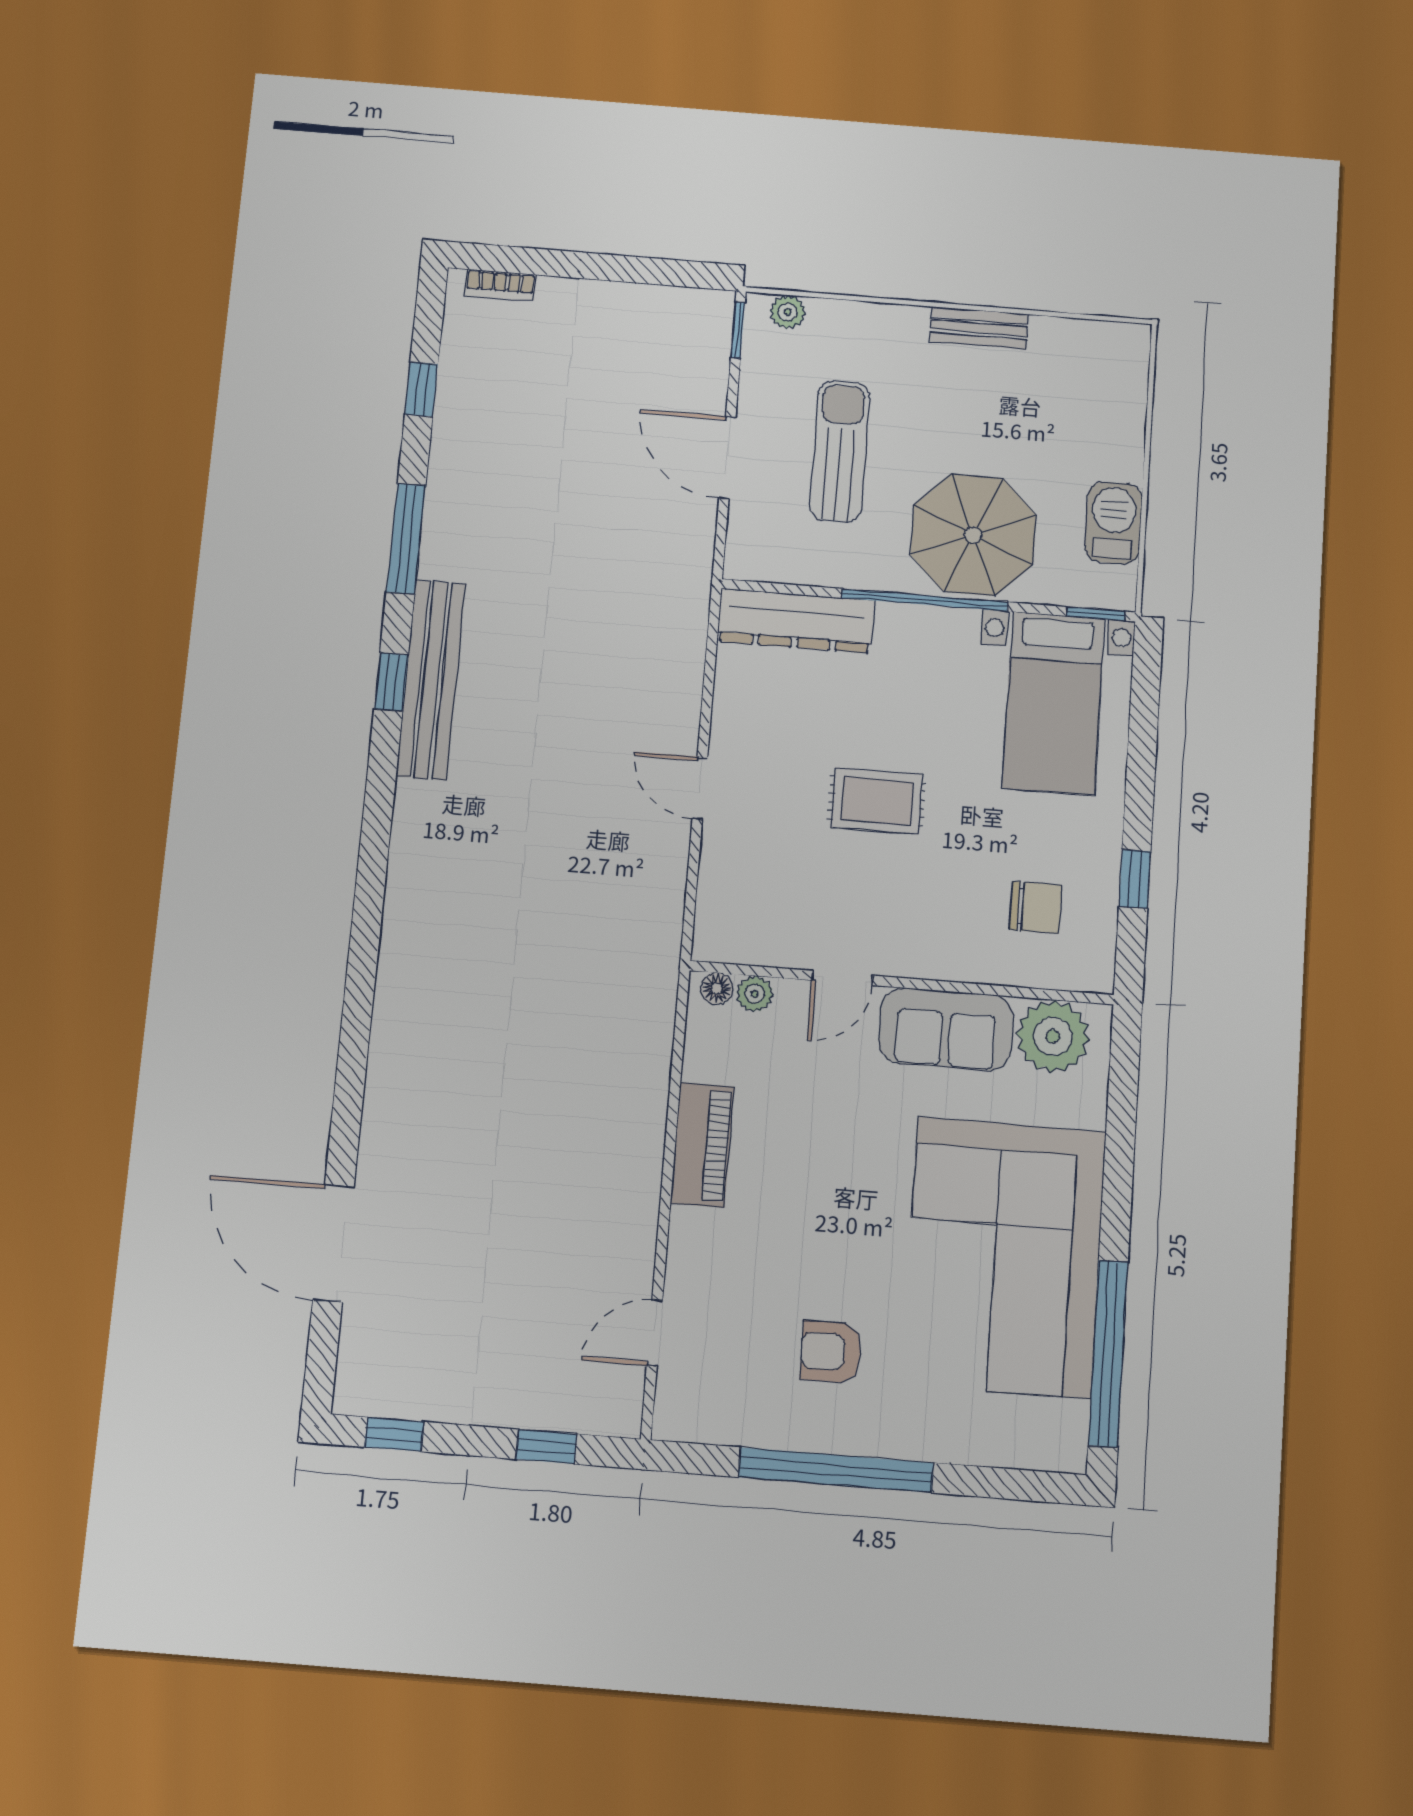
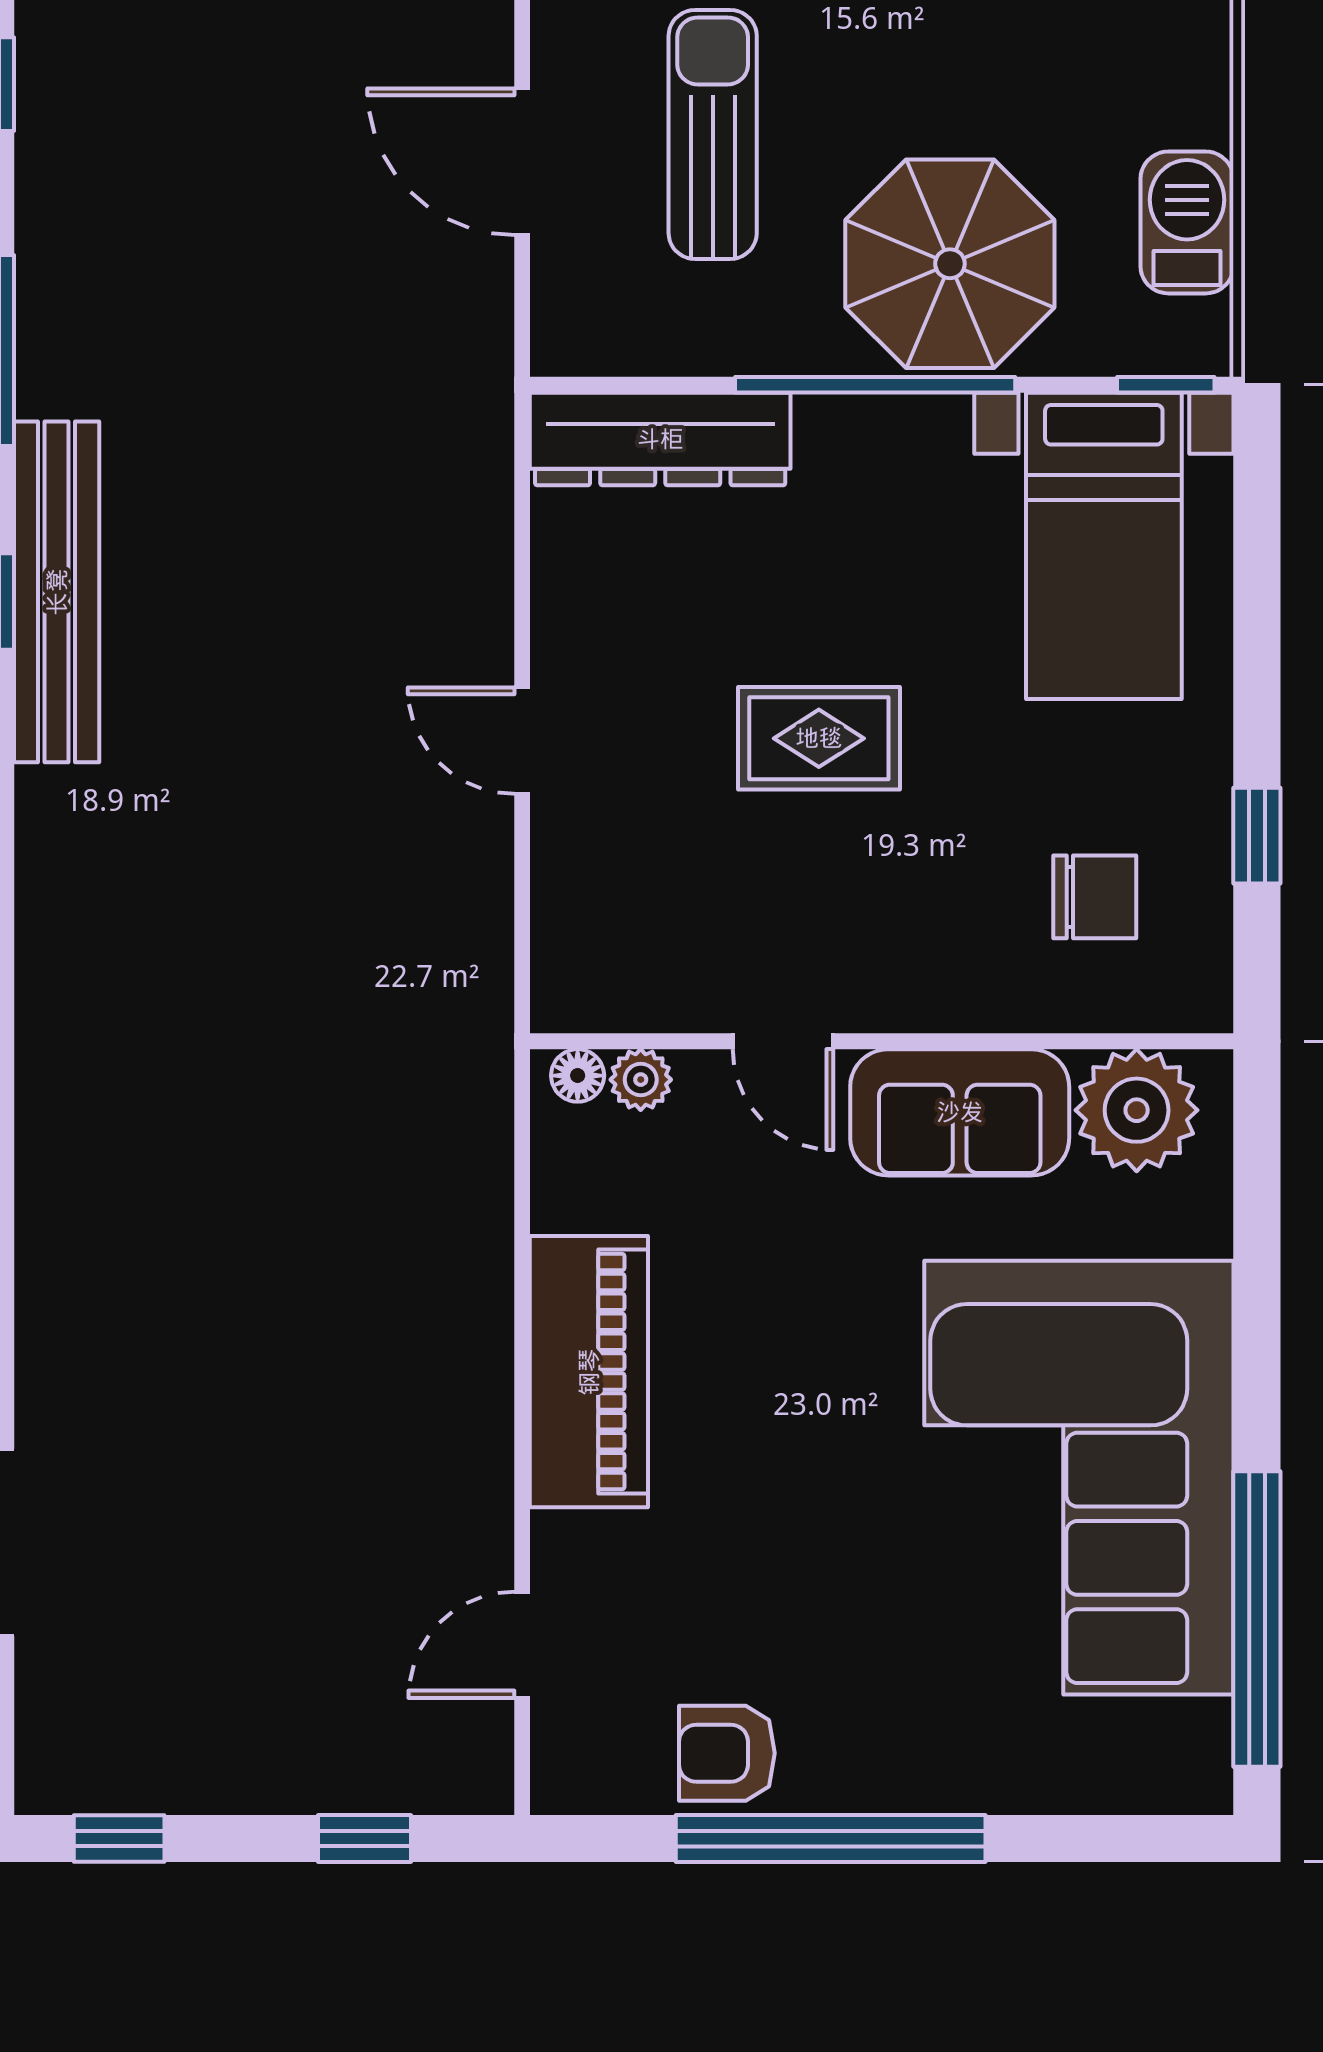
door: (842, 978) -> (783, 1041), hinge flipped
piano: (702, 1145) -> (589, 1372), width x1.37, depth x1.33
armchair: (831, 1352) -> (727, 1753), moved

